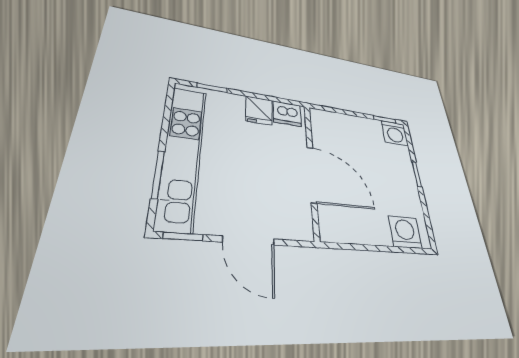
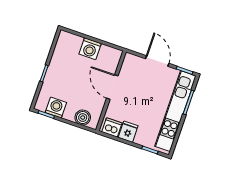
boiler: (336, 122) -> (83, 118), added
washing machine: (395, 133) -> (56, 108), moved
door: (312, 174) -> (112, 87), width x0.73
washing machine: (405, 232) -> (90, 49), moved

